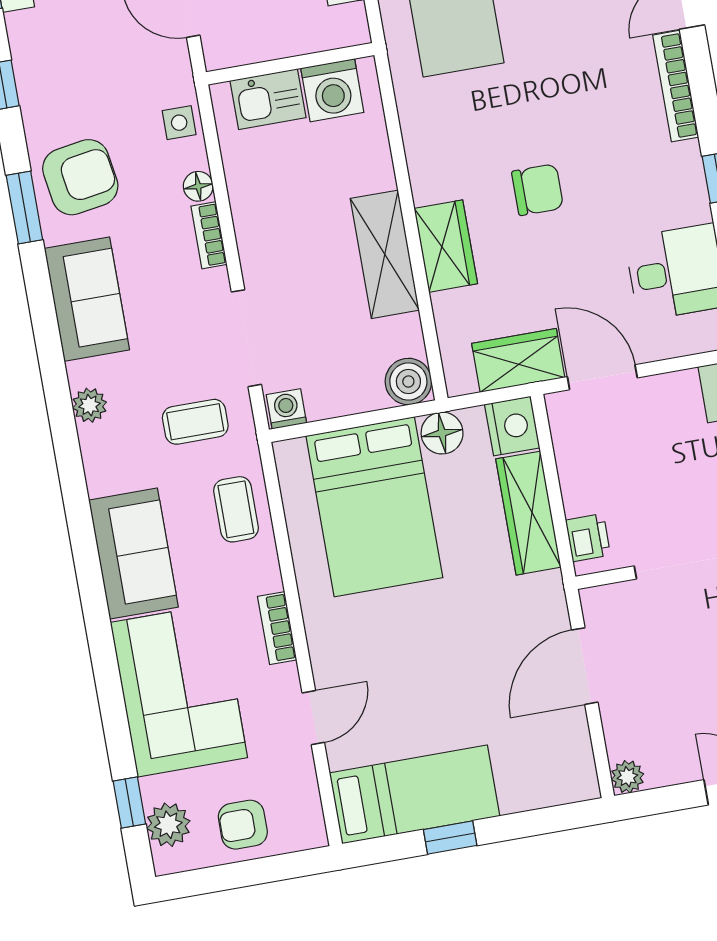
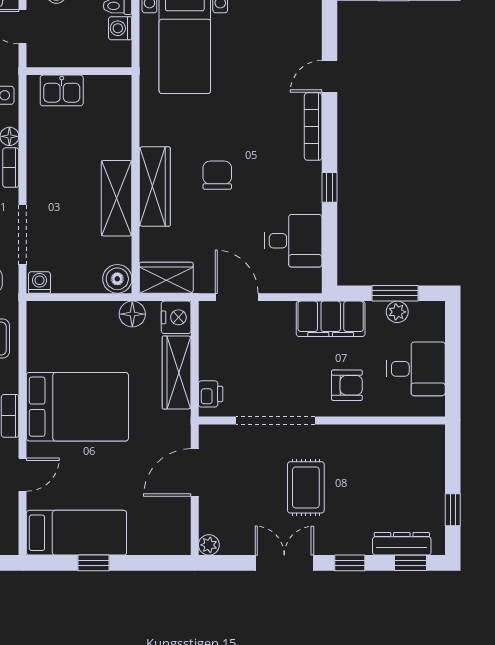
washing machine: (332, 90) -> (102, 92), removed
chair: (538, 190) -> (217, 175), turned -90
wardrobe: (446, 246) -> (155, 187), width x1.50
wardrobe: (518, 360) -> (166, 278), moved
bed: (374, 507) -> (77, 407), moved, turned -90

